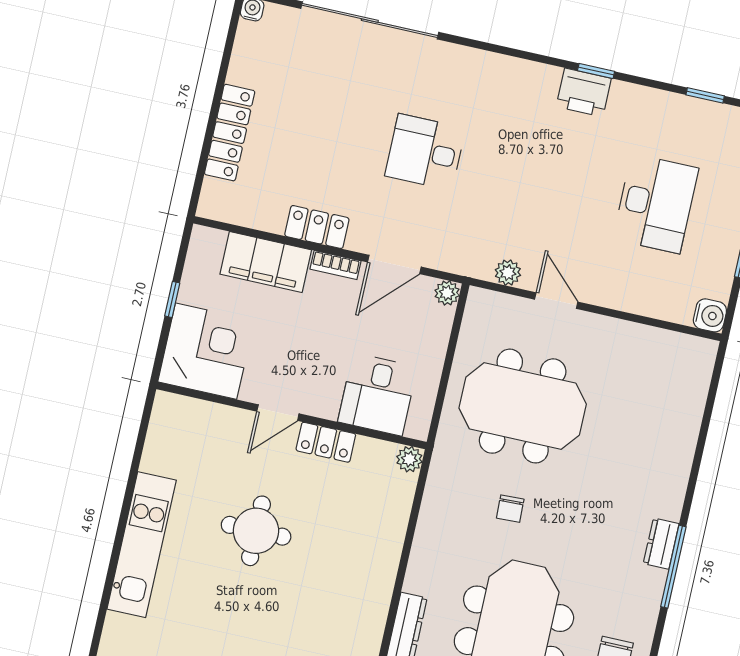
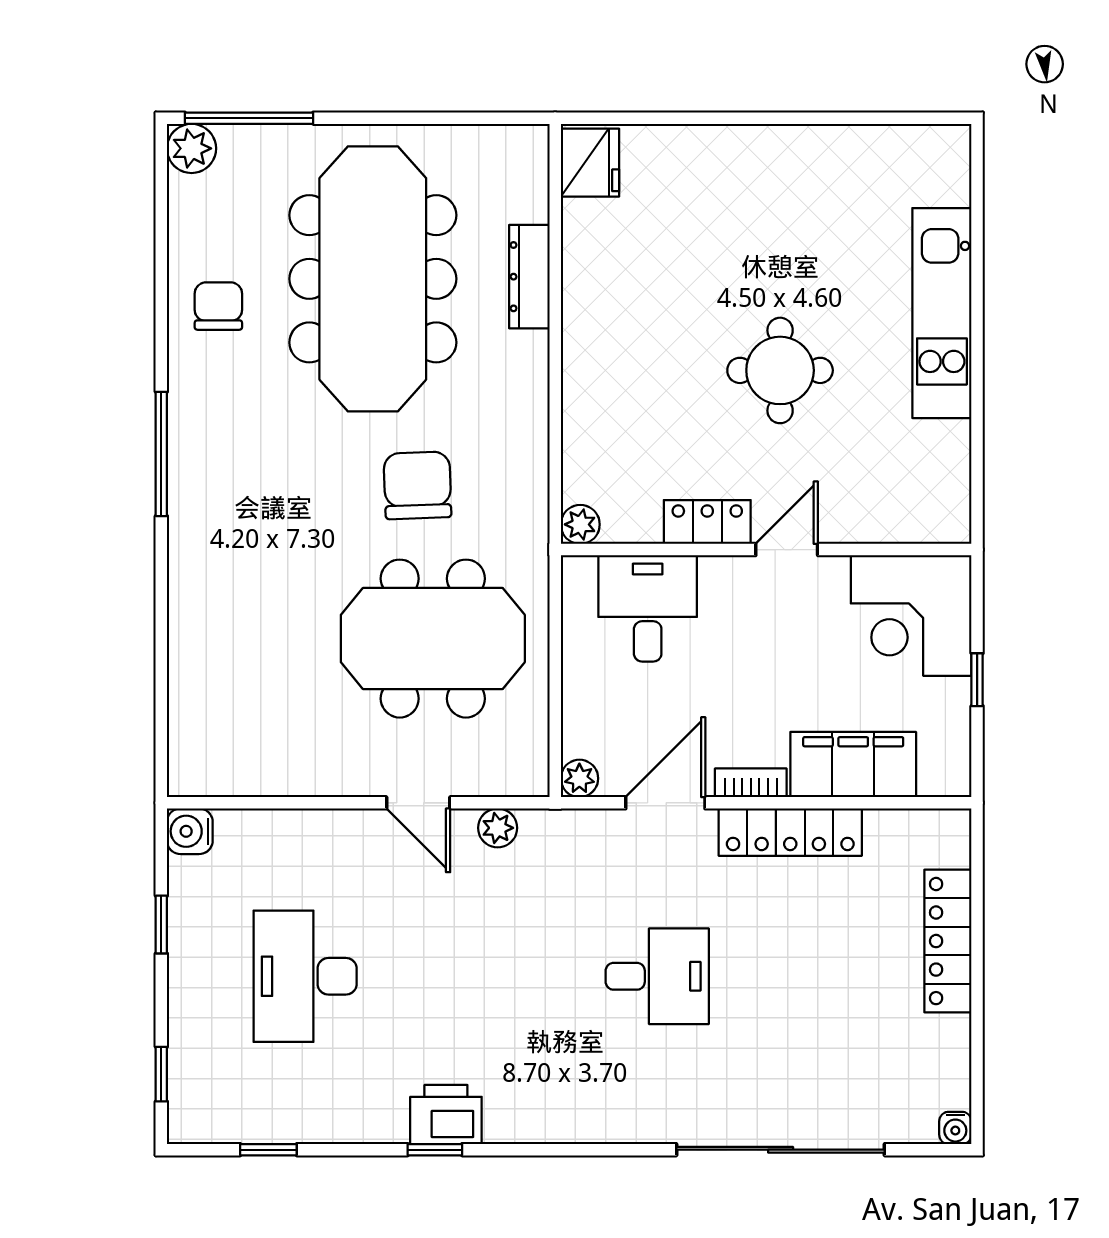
locker: (317, 227) -> (790, 832), width x1.53
chair: (510, 509) -> (417, 485), width x1.87, depth x1.87
dresser: (661, 544) -> (187, 483), removed

